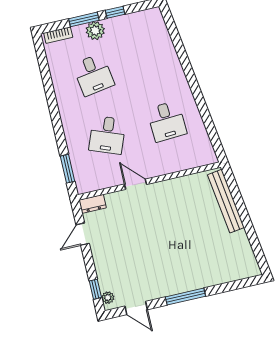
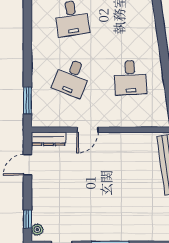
door: (135, 184) -> (88, 130), swing flipped
dresser: (93, 204) -> (48, 139), width x1.44

